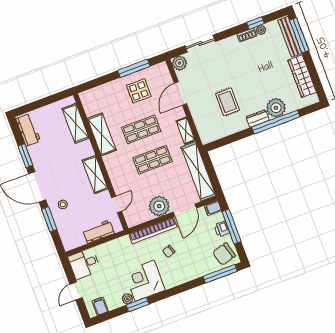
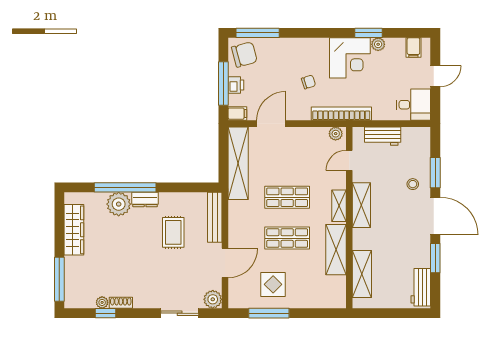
bench: (290, 37) -> (215, 217), moved
shelving: (186, 131) -> (339, 206), moved
plant: (159, 206) -> (336, 134), moved, width x0.53, depth x0.53
bookcase: (153, 230) -> (341, 114), moved

